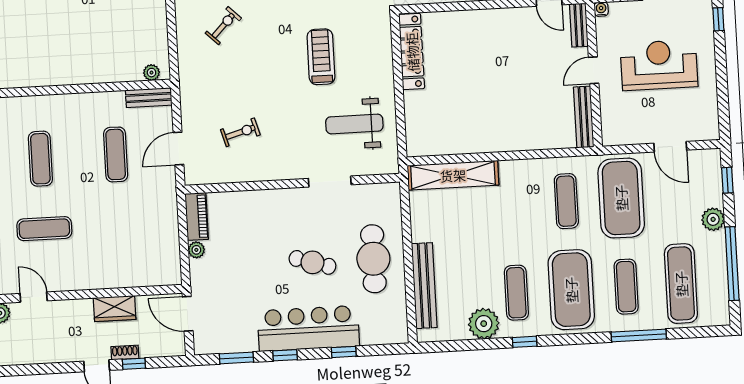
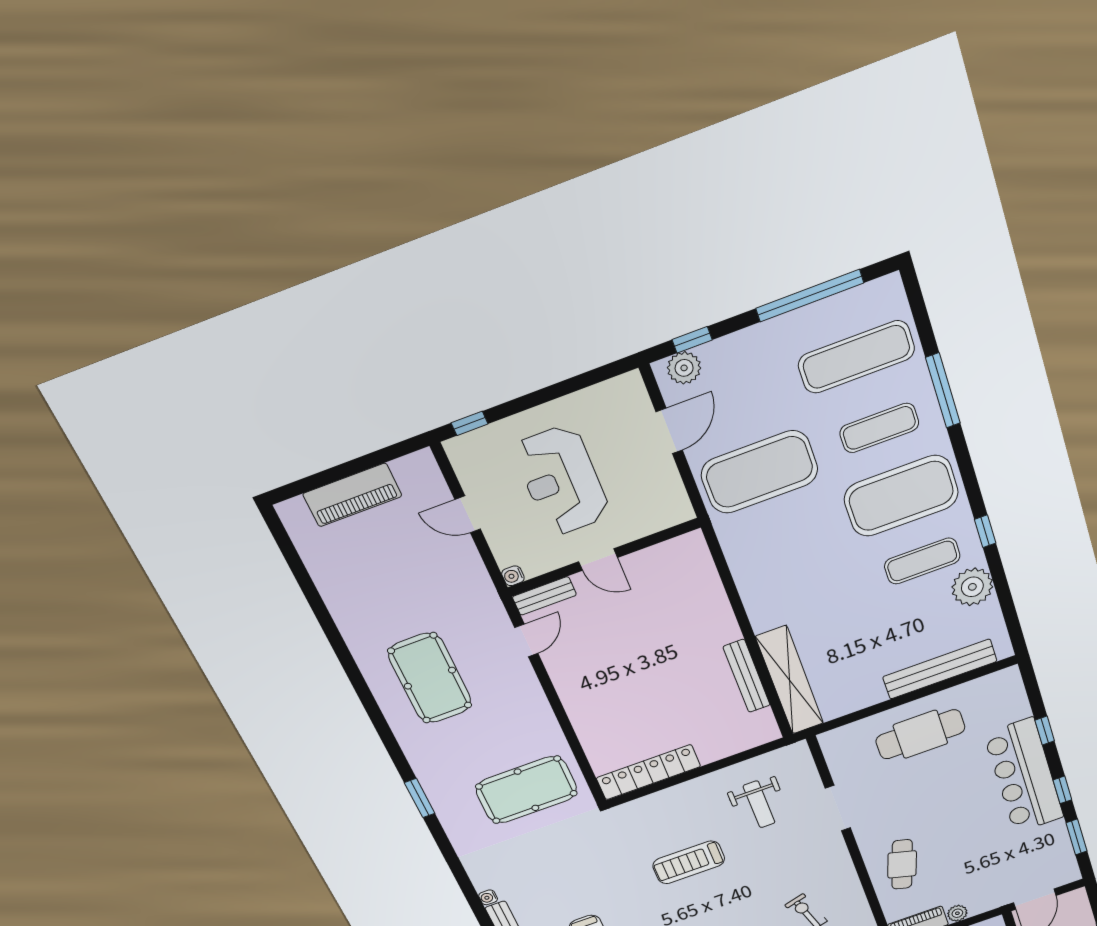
bench: (584, 117) -> (747, 676), moved, turned 90
weight bench: (354, 124) -> (759, 804), width x0.73, depth x0.75
exercise mat: (566, 201) -> (784, 539), removed
plant: (713, 219) -> (684, 368), moved
cafe table: (312, 262) -> (902, 864), moved

